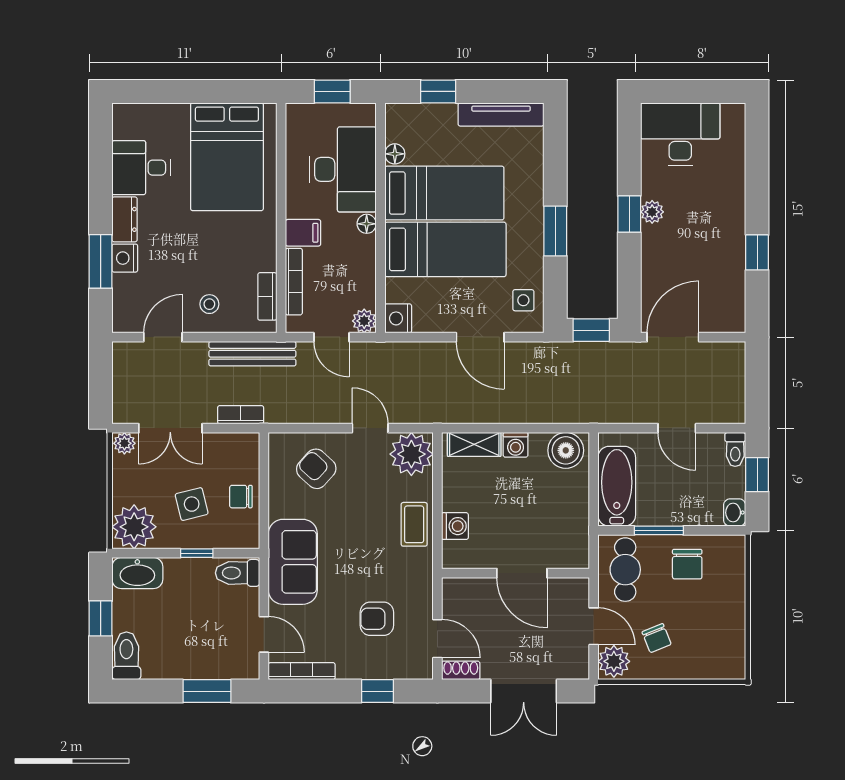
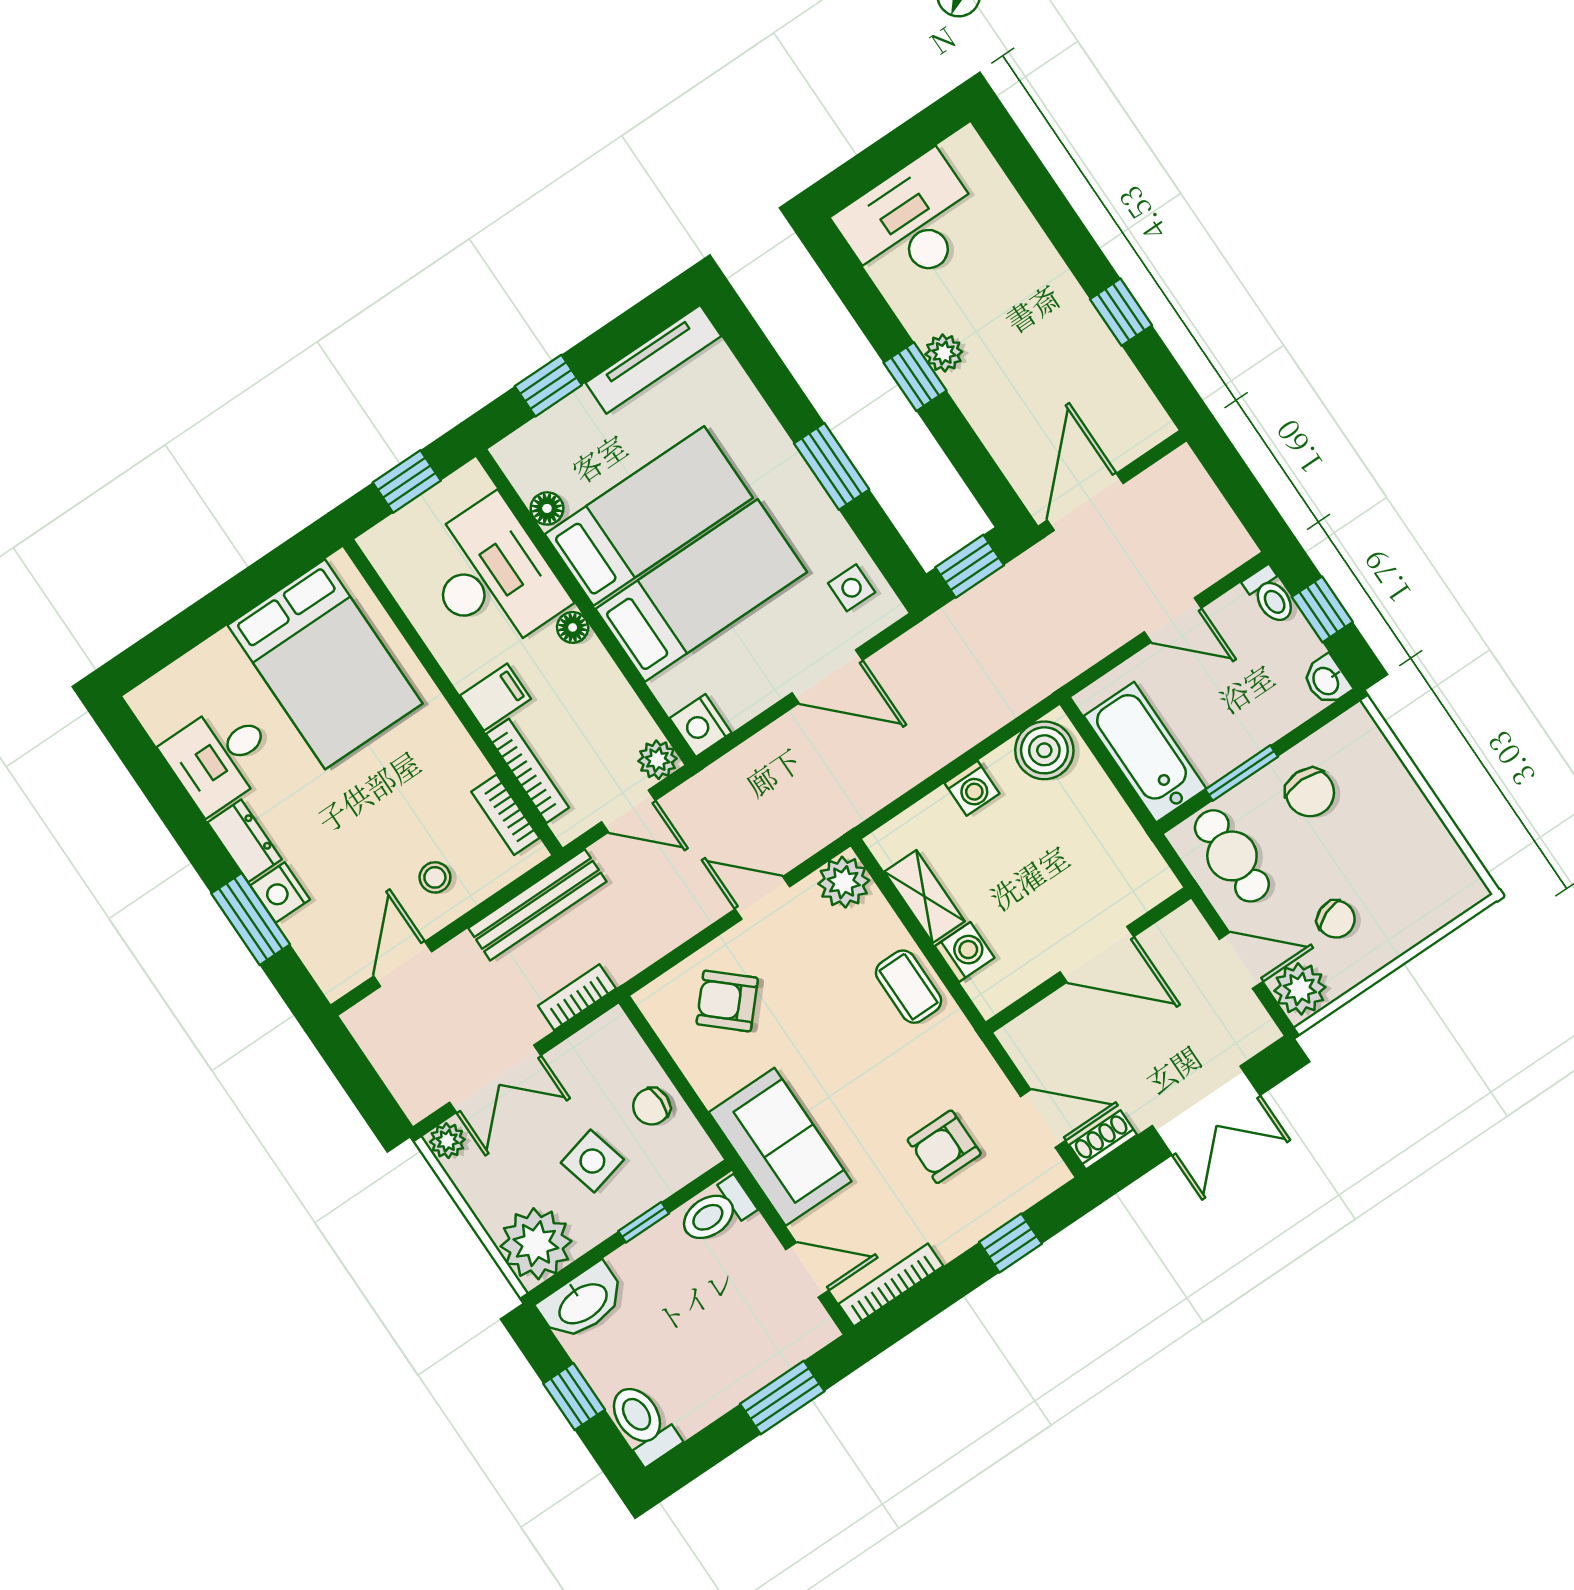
shelving: (474, 444) -> (925, 896), moved, turned 90
plant: (411, 454) -> (844, 882), width x0.73, depth x0.73

